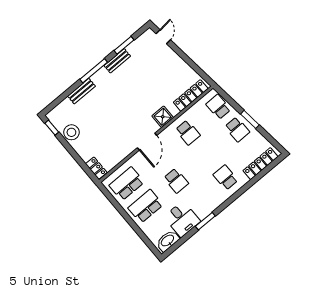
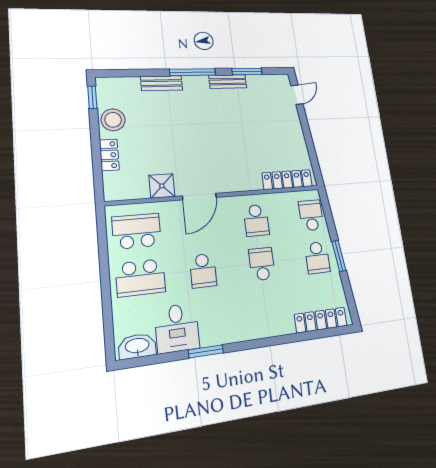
shower: (163, 117) -> (162, 186), moved
locker: (96, 168) -> (109, 155), moved
school desk: (226, 178) -> (262, 264), moved
school desk: (146, 206) -> (140, 278), turned 180

